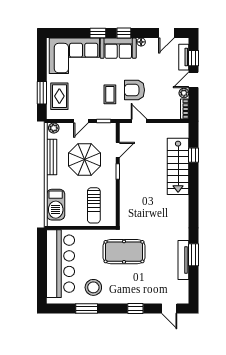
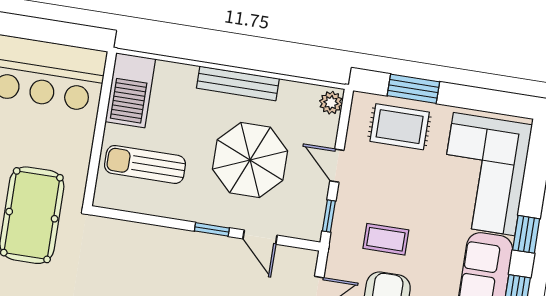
bench: (52, 157) -> (238, 83), moved
barbecue: (56, 205) -> (130, 90), moved, turned -90

